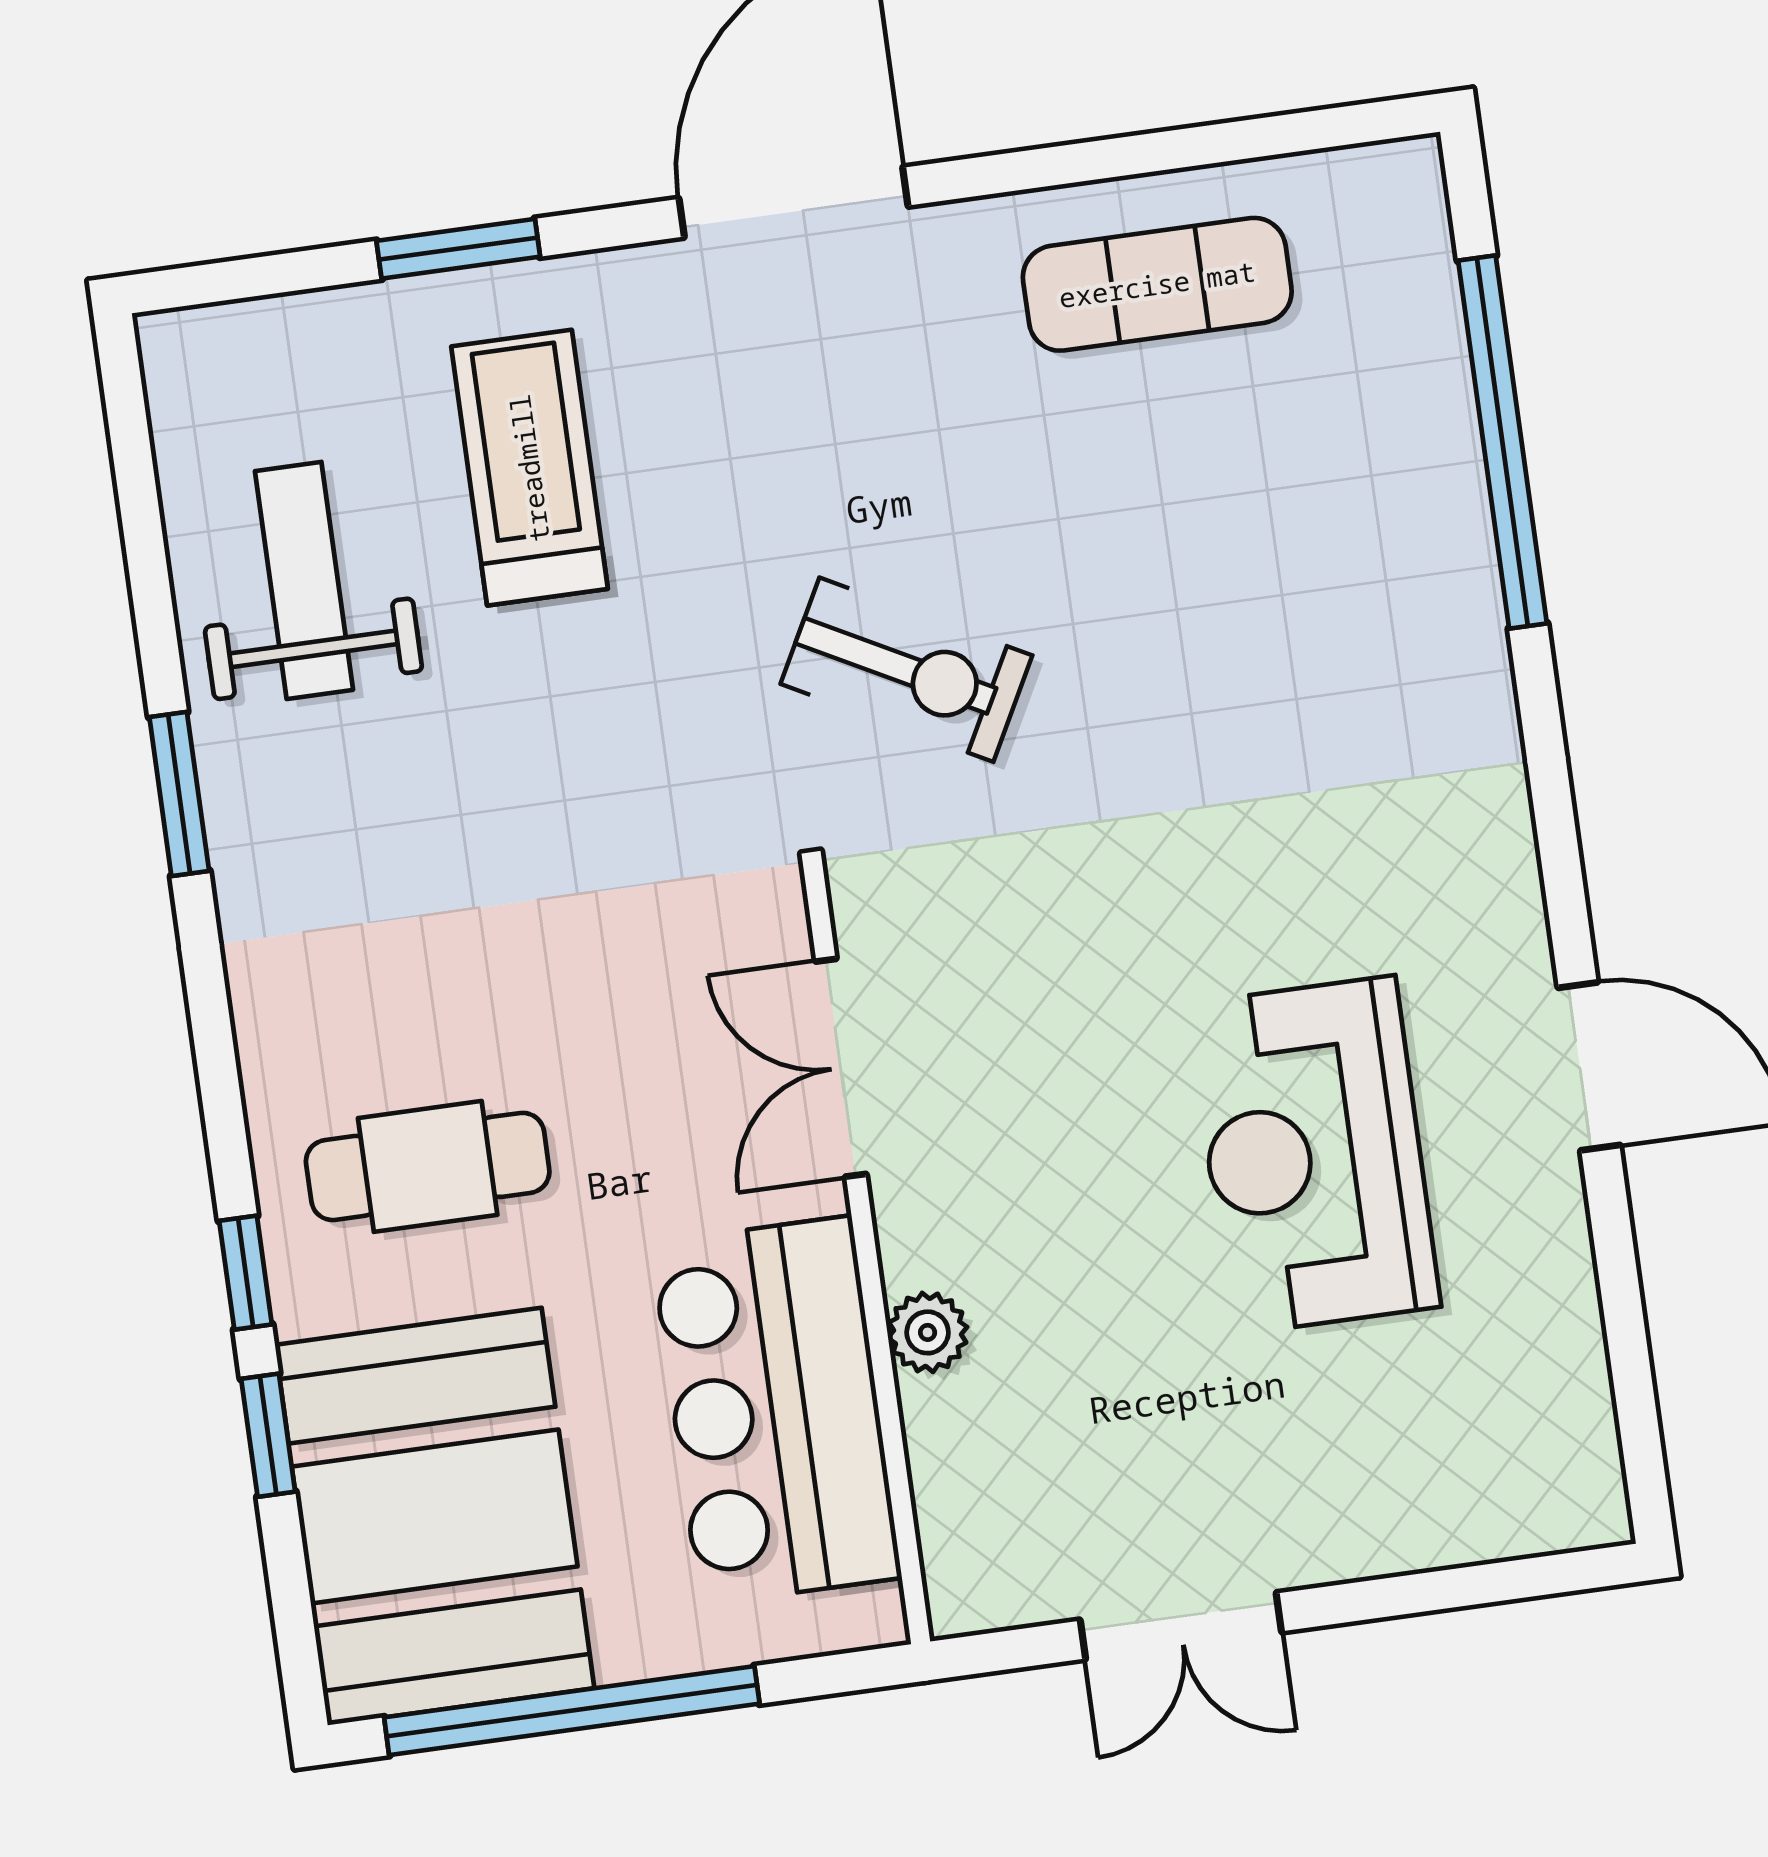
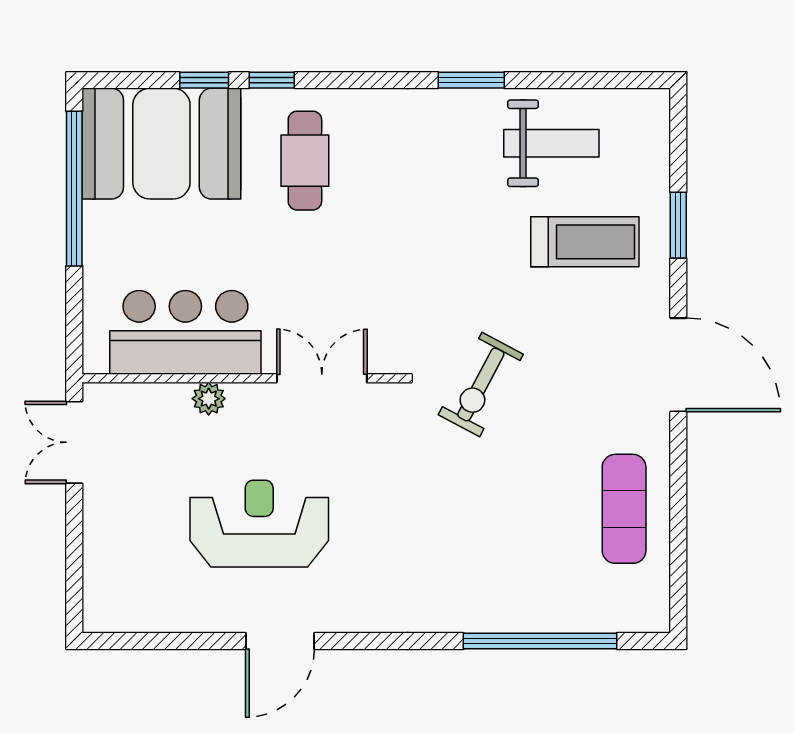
double door: (841, 1068) -> (322, 378), moved
wall: (867, 1257) -> (243, 378), moved
plant: (928, 1332) -> (209, 399), moved
bar counter: (776, 1410) -> (185, 332), moved

